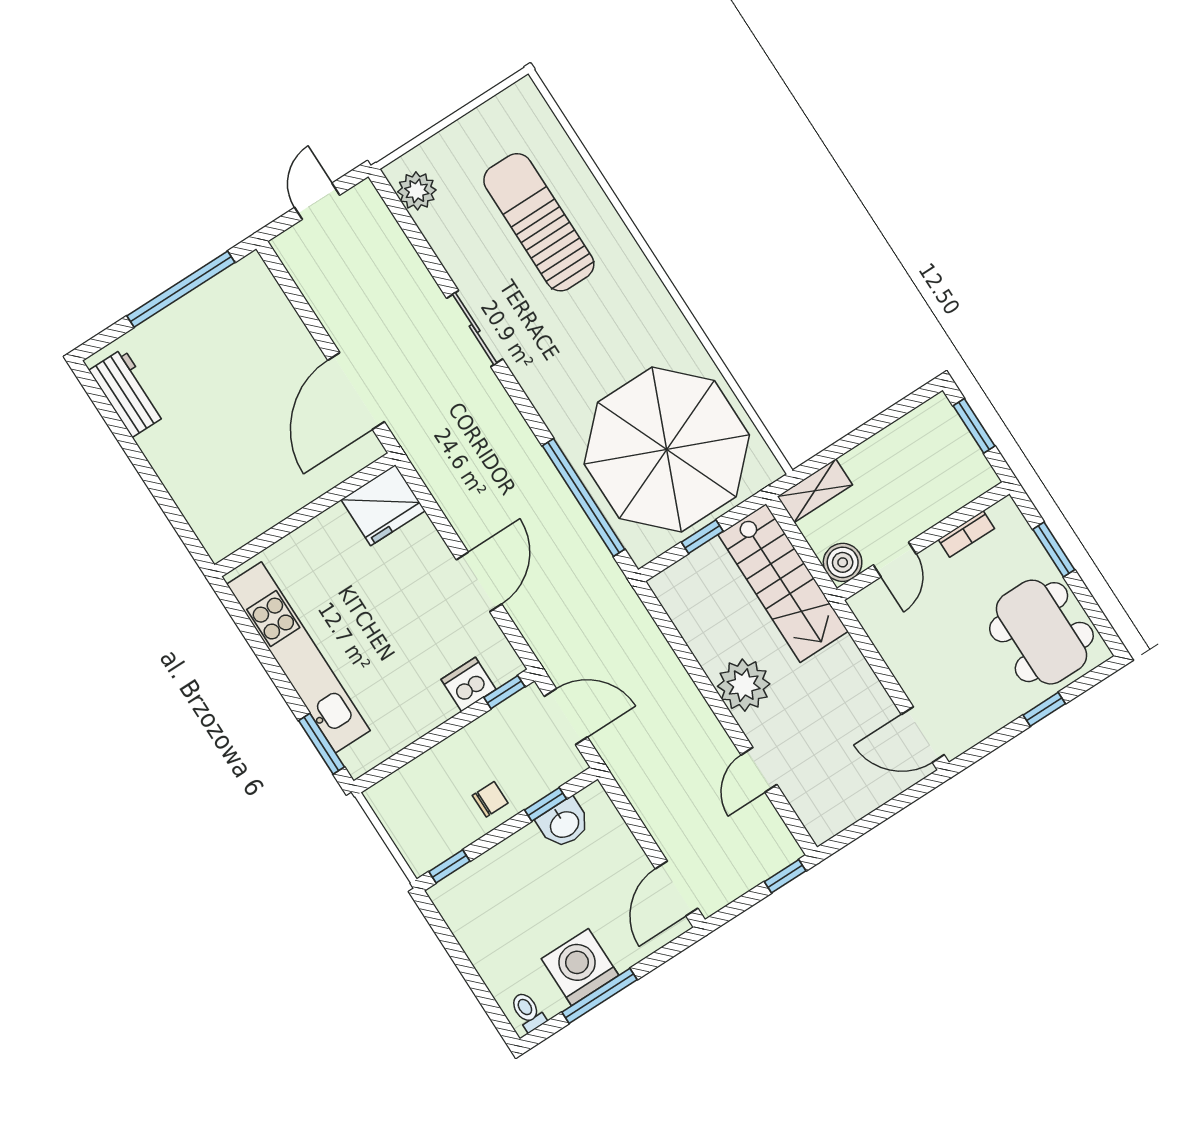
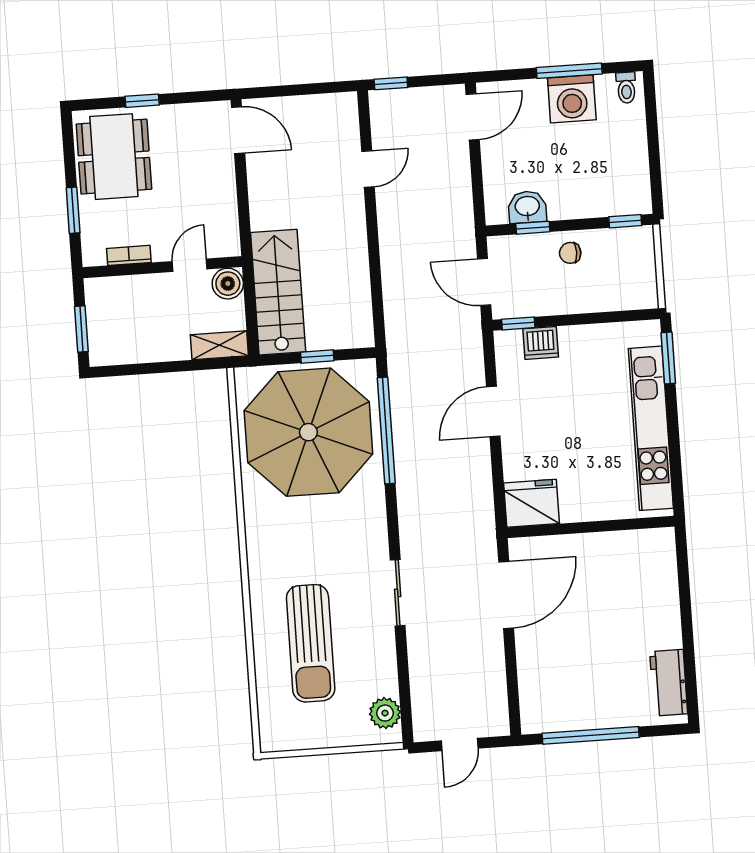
plant: (744, 685) -> (346, 235), removed

